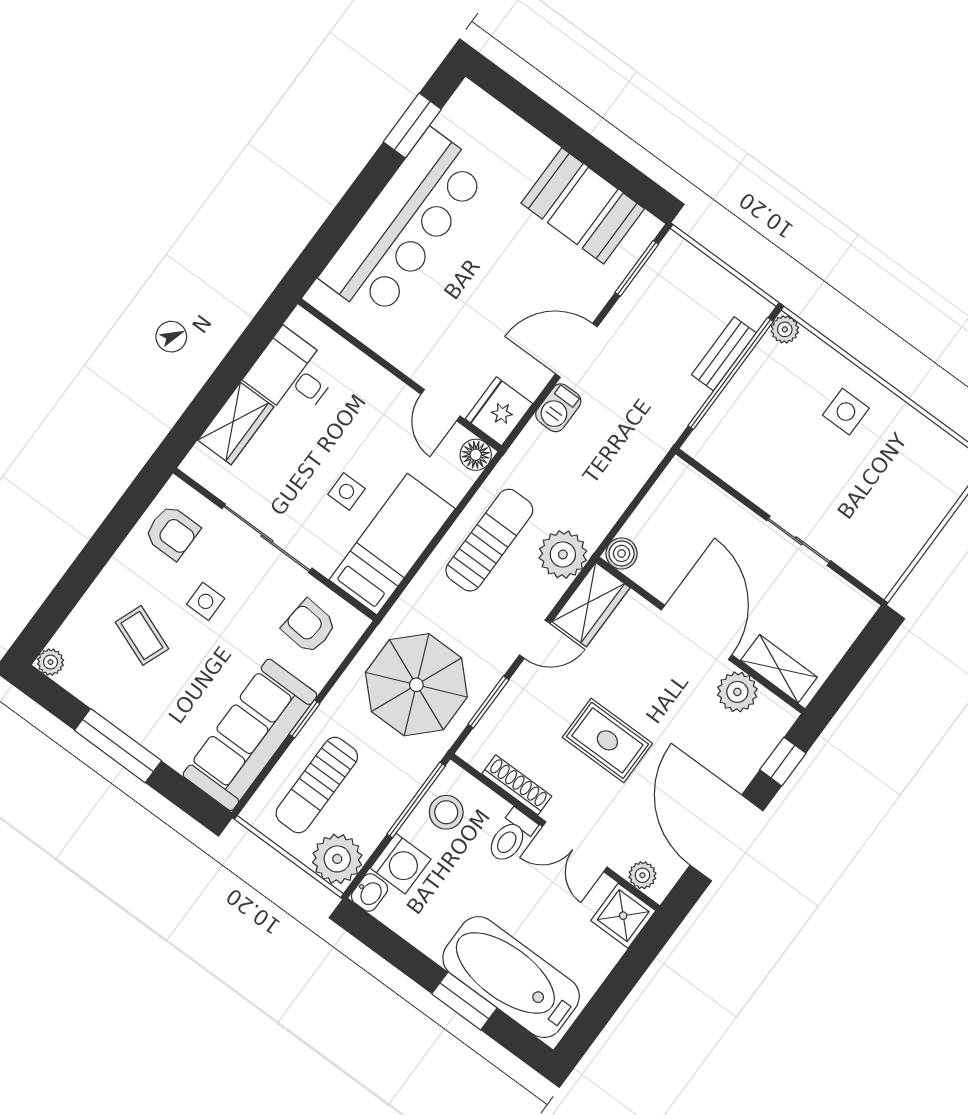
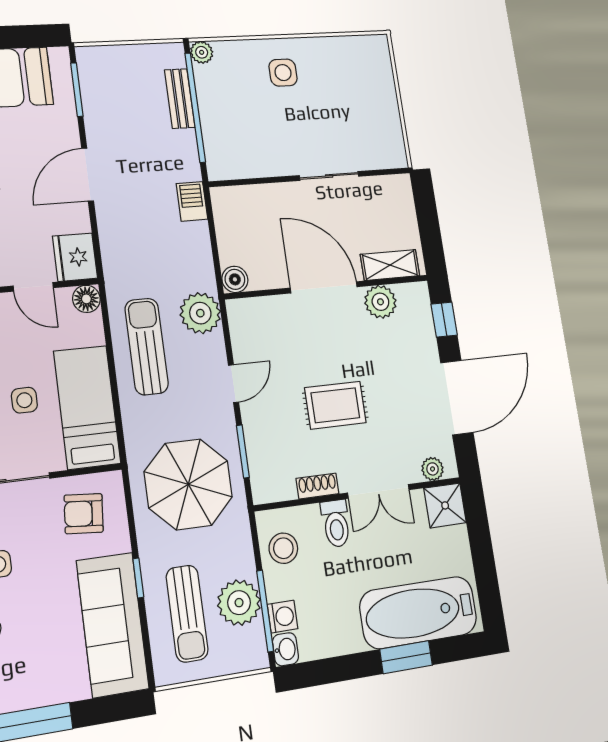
barbecue: (558, 408) -> (192, 201), moved, turned 180
wardrobe: (591, 605) -> (247, 329), removed
shoe rack: (517, 785) -> (318, 486), width x0.70
window: (416, 800) -> (265, 611), moved
door: (727, 838) -> (457, 398), swing flipped
plant: (337, 859) -> (239, 603), moved
washing machine: (401, 864) -> (283, 617), width x0.73, depth x0.73

